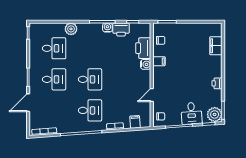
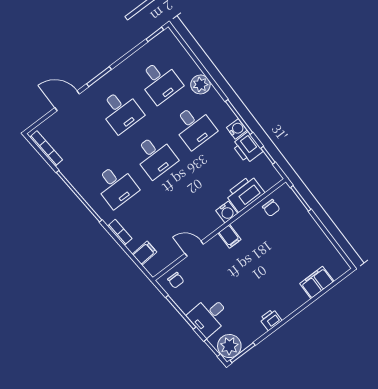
desk: (90, 48) -> (194, 127), added
filing cabinet: (159, 61) -> (229, 236), moved

